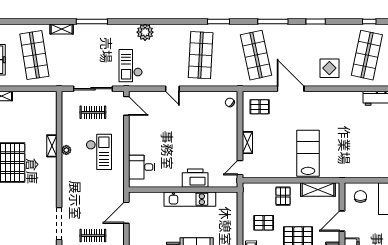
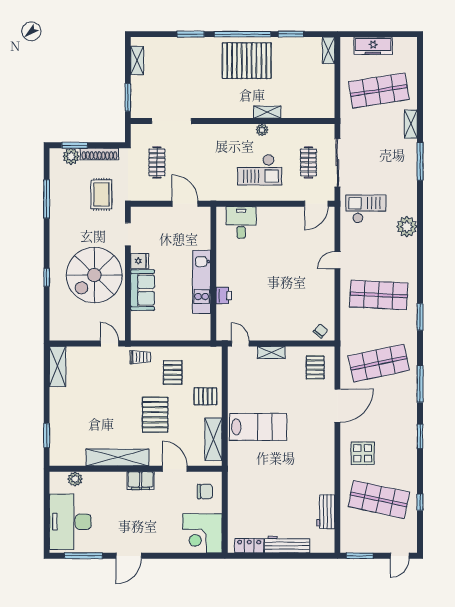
printer: (195, 178) -> (224, 296), width x0.53, depth x0.68

